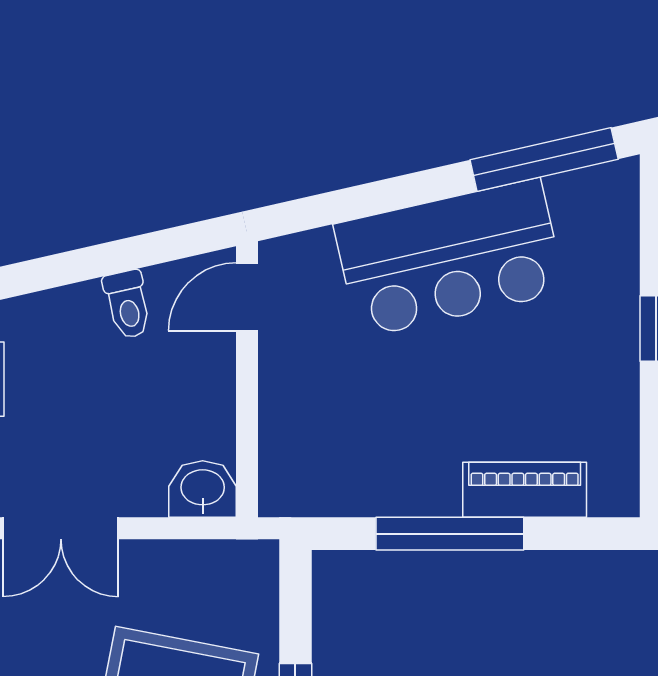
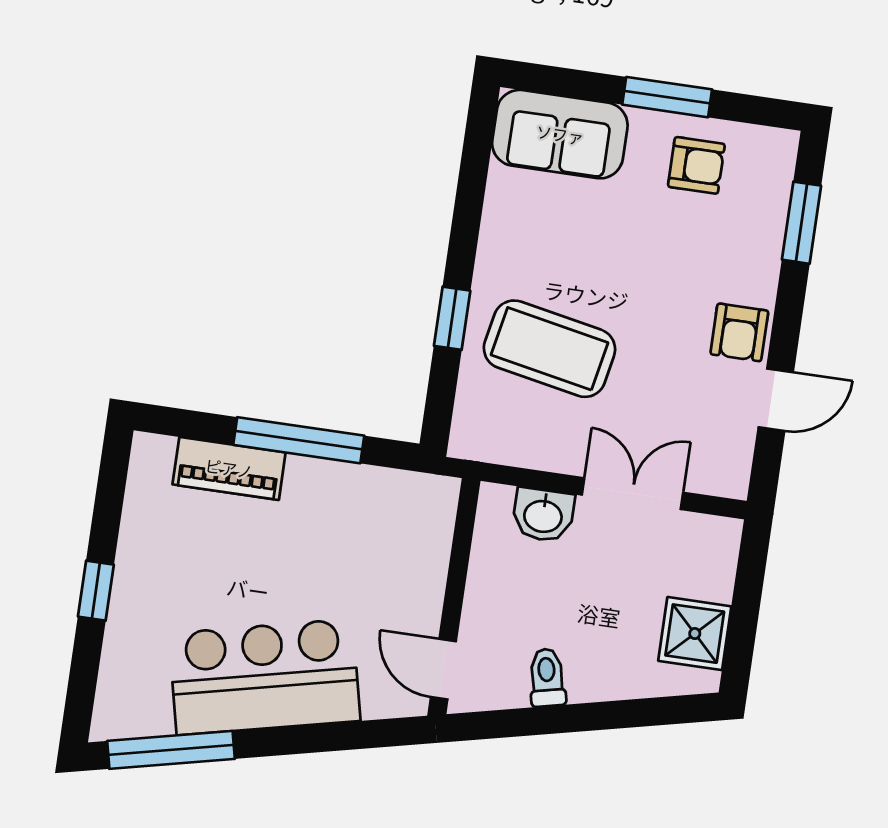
door: (247, 297) -> (443, 669), swing flipped
washbasin: (203, 489) -> (543, 515), moved

